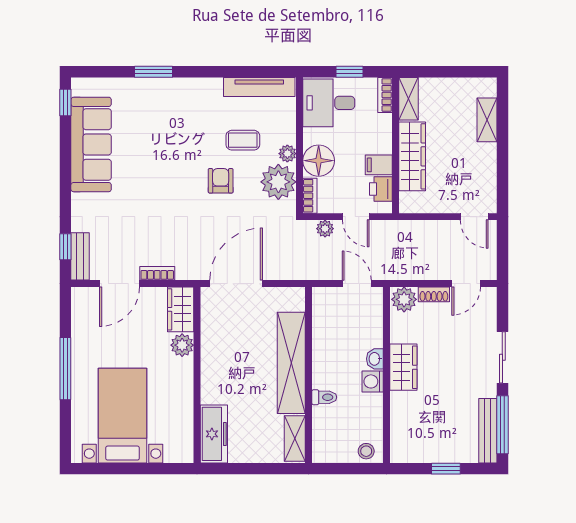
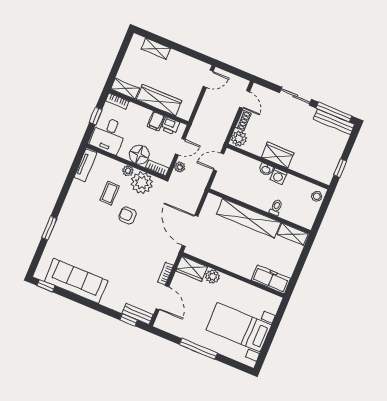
tv unit: (259, 87) -> (85, 165), width x0.71
window: (446, 469) -> (340, 168), moved

